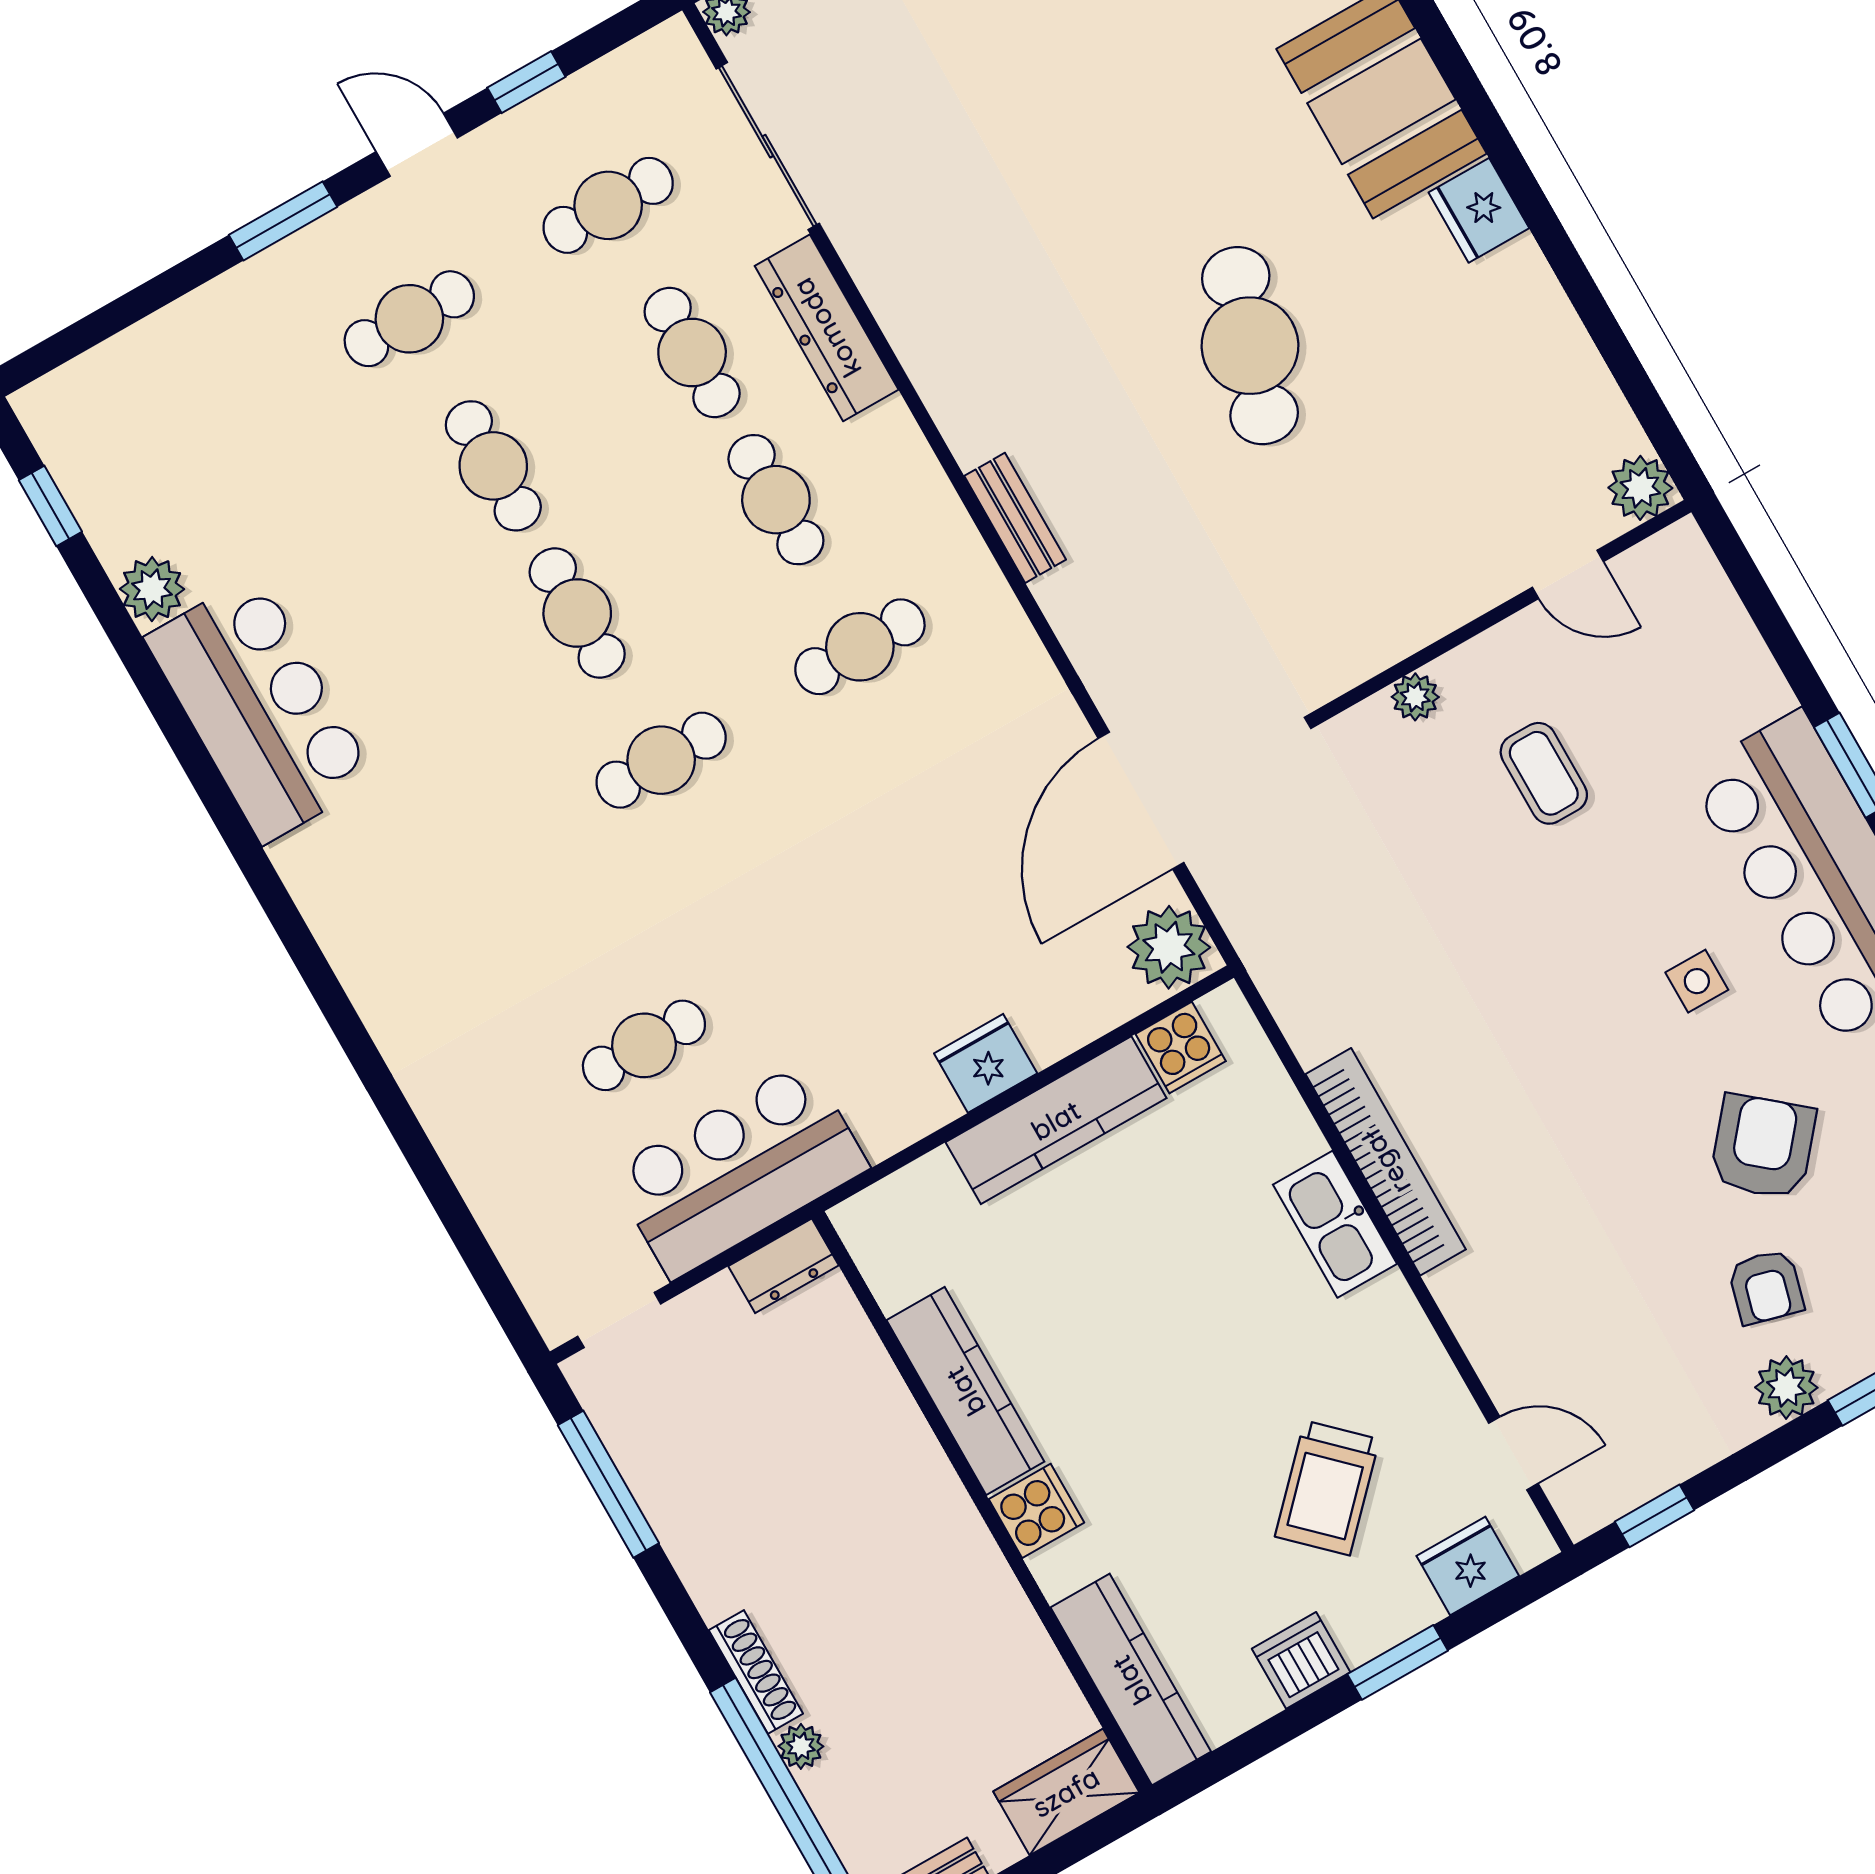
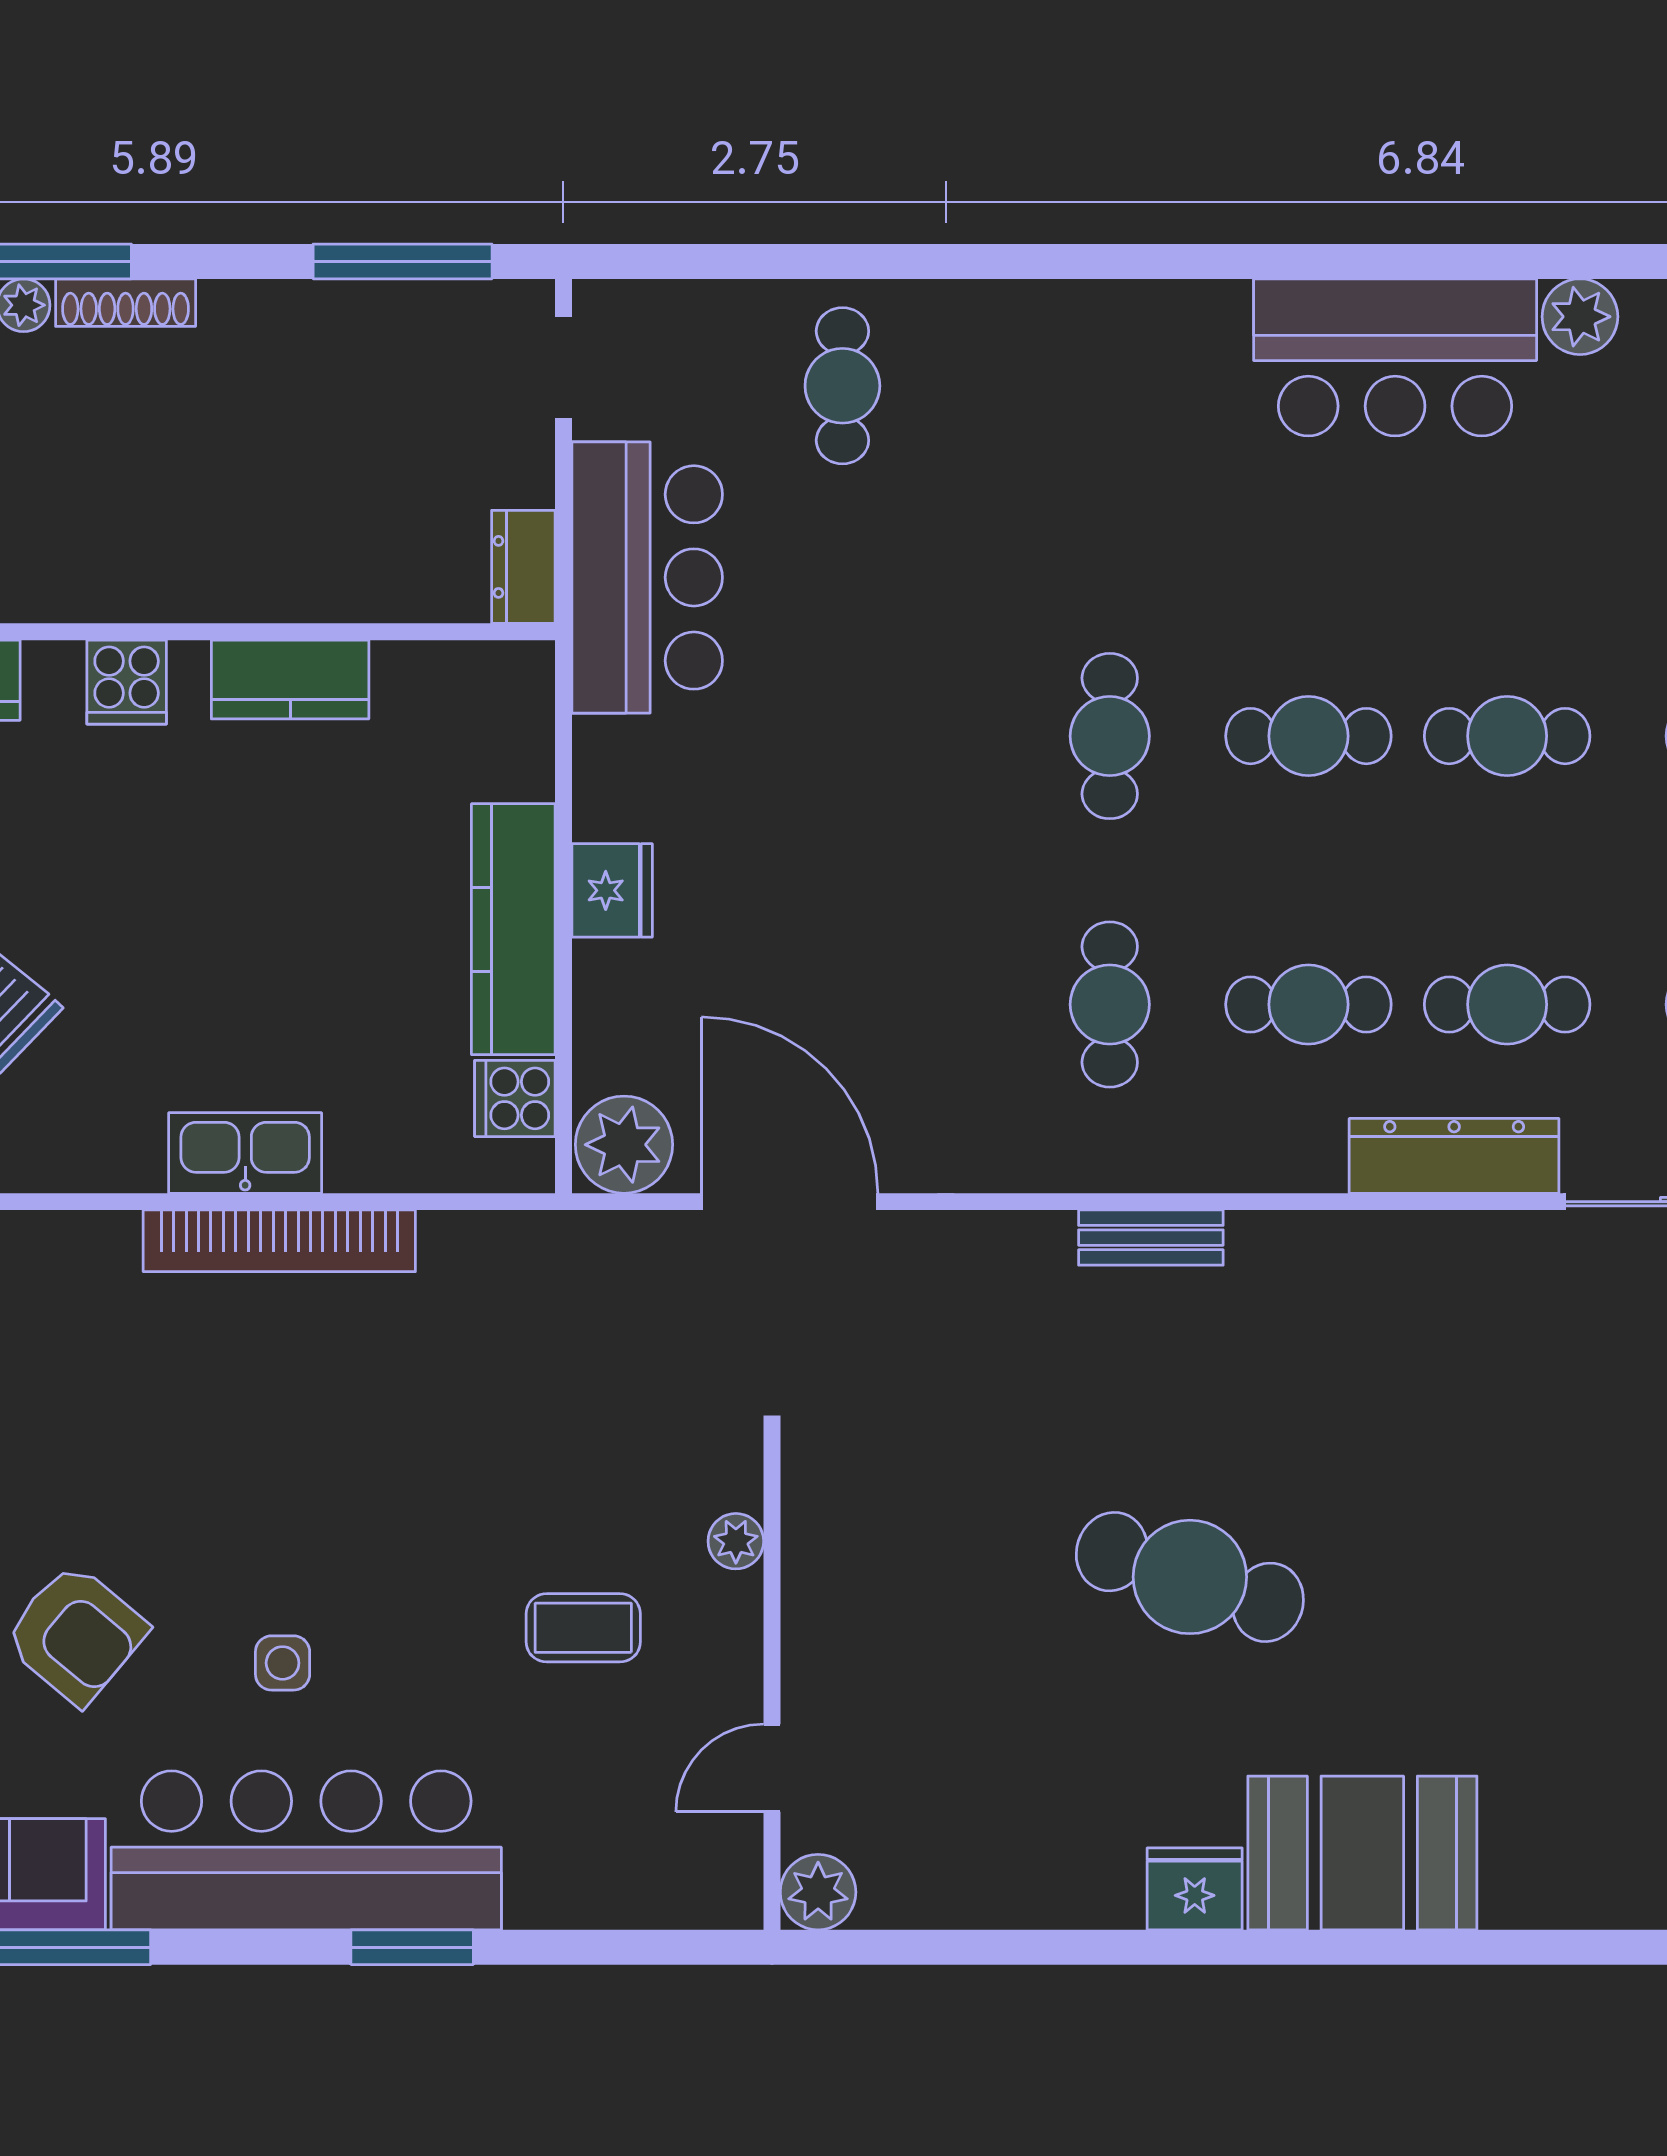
cafe table: (644, 1045) -> (842, 386), moved
kitchen counter: (965, 1391) -> (290, 680), width x0.67

